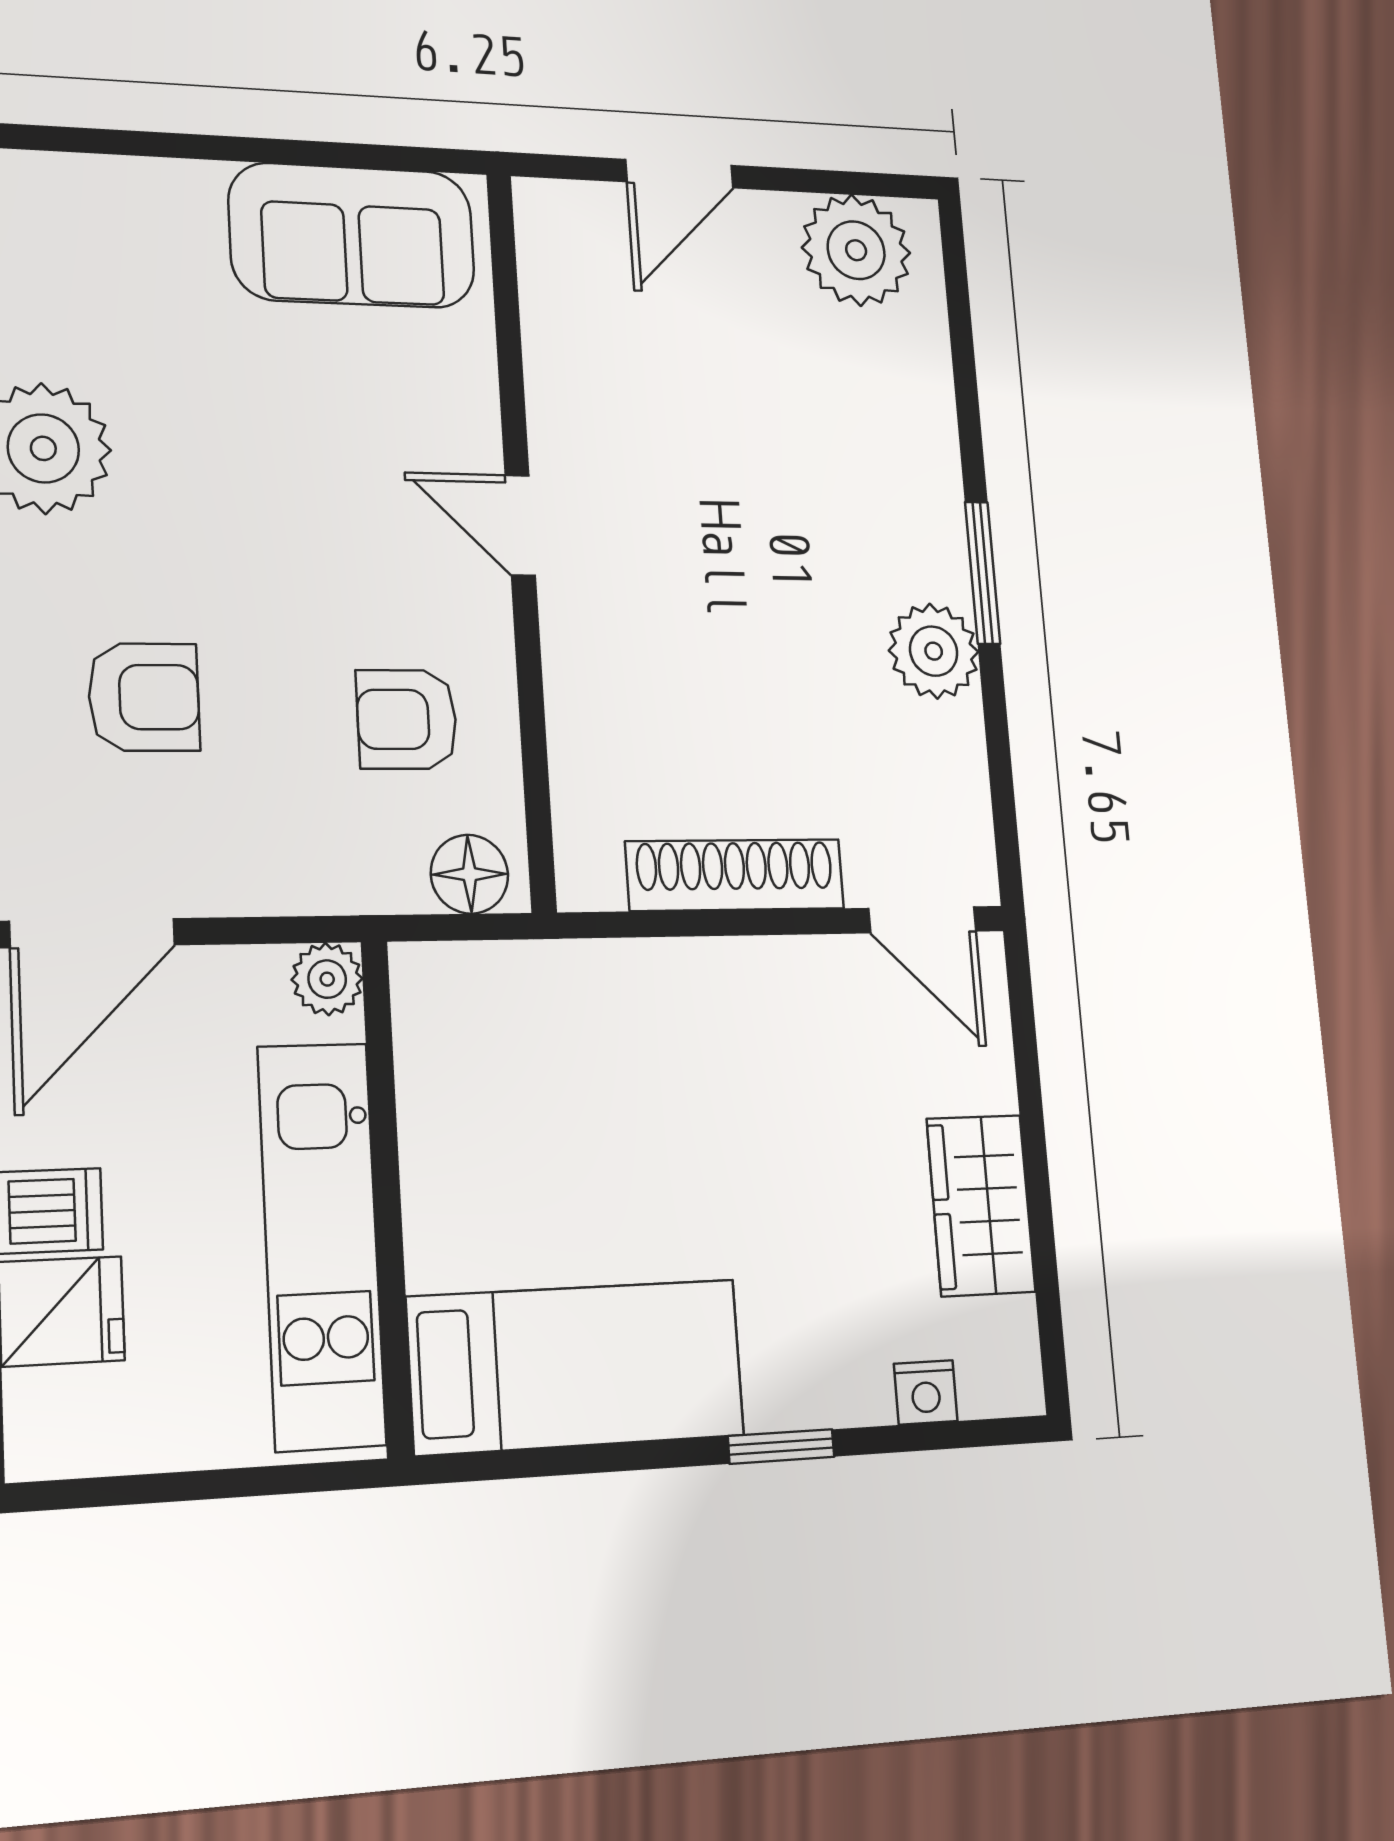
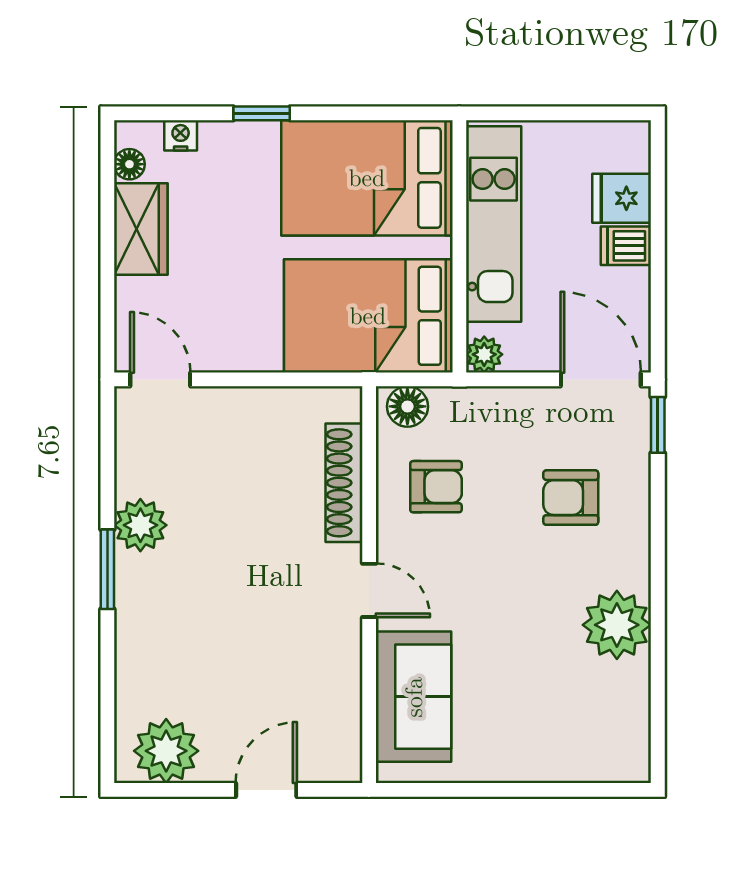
sofa: (352, 235) -> (414, 697), moved, turned 90
shoe rack: (735, 875) -> (344, 483), moved, turned 90
door: (92, 933) -> (601, 379), hinge flipped
bed: (554, 1050) -> (368, 316), added
floor lamp: (1012, 1330) -> (129, 164), added
bed: (576, 1367) -> (367, 178), width x1.50

